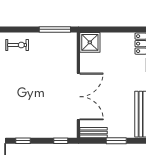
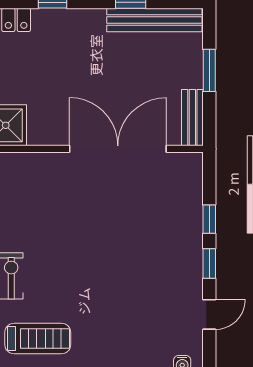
window: (61, 141) -> (209, 219), moved

